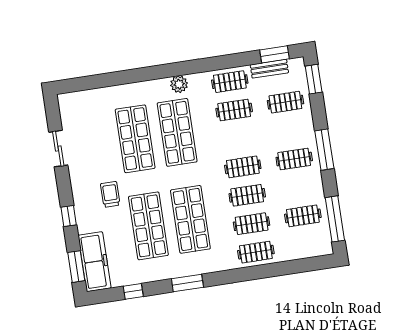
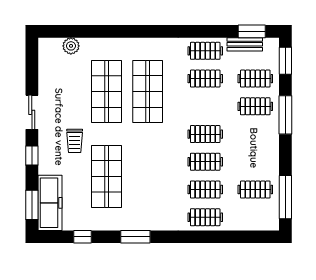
plant: (179, 84) -> (71, 46), moved
sliding door: (58, 149) -> (32, 112), moved
window: (324, 150) -> (285, 115), moved
clothes rail: (294, 159) -> (255, 106), moved
trolley: (110, 194) -> (75, 141), turned 180
shop shelf: (190, 219) -> (148, 177), removed

